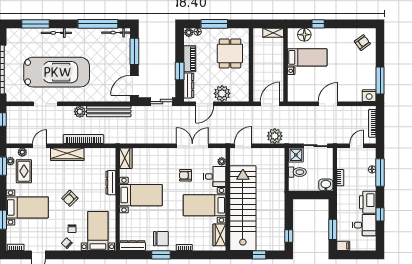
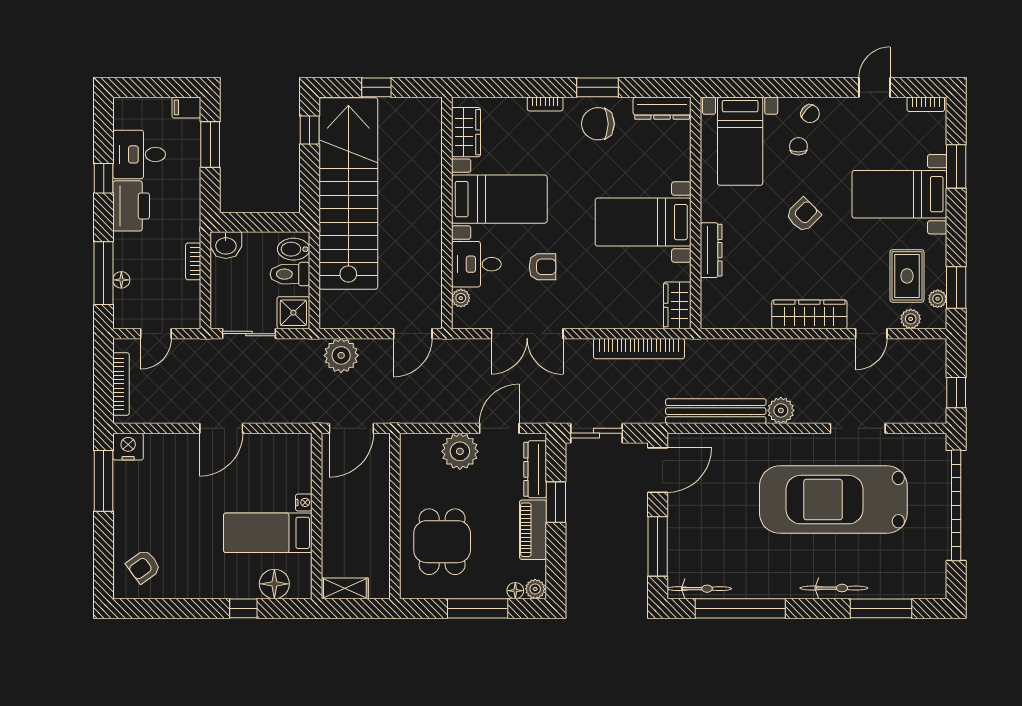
bookcase: (83, 139) -> (639, 349), moved
bidet: (296, 183) -> (294, 249), added
stairs: (243, 208) -> (348, 193), moved, turned 180

